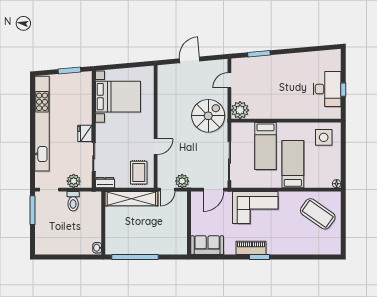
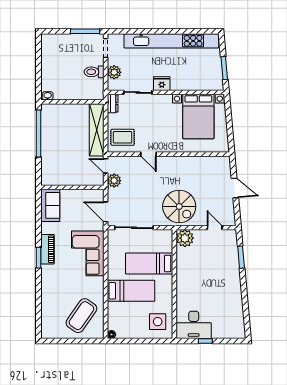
desk: (327, 89) -> (194, 325), moved

